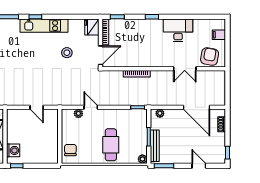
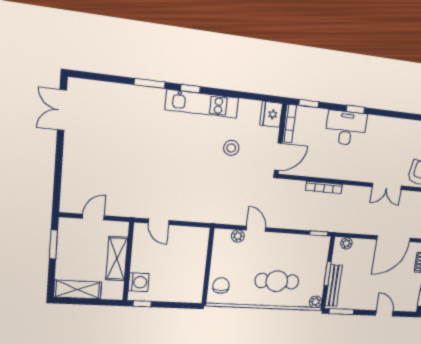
desk: (178, 30) -> (346, 128), moved
door: (37, 107) -> (159, 222), moved
door: (197, 107) -> (393, 239), hinge flipped
cafe table: (111, 145) -> (277, 281), turned 90

